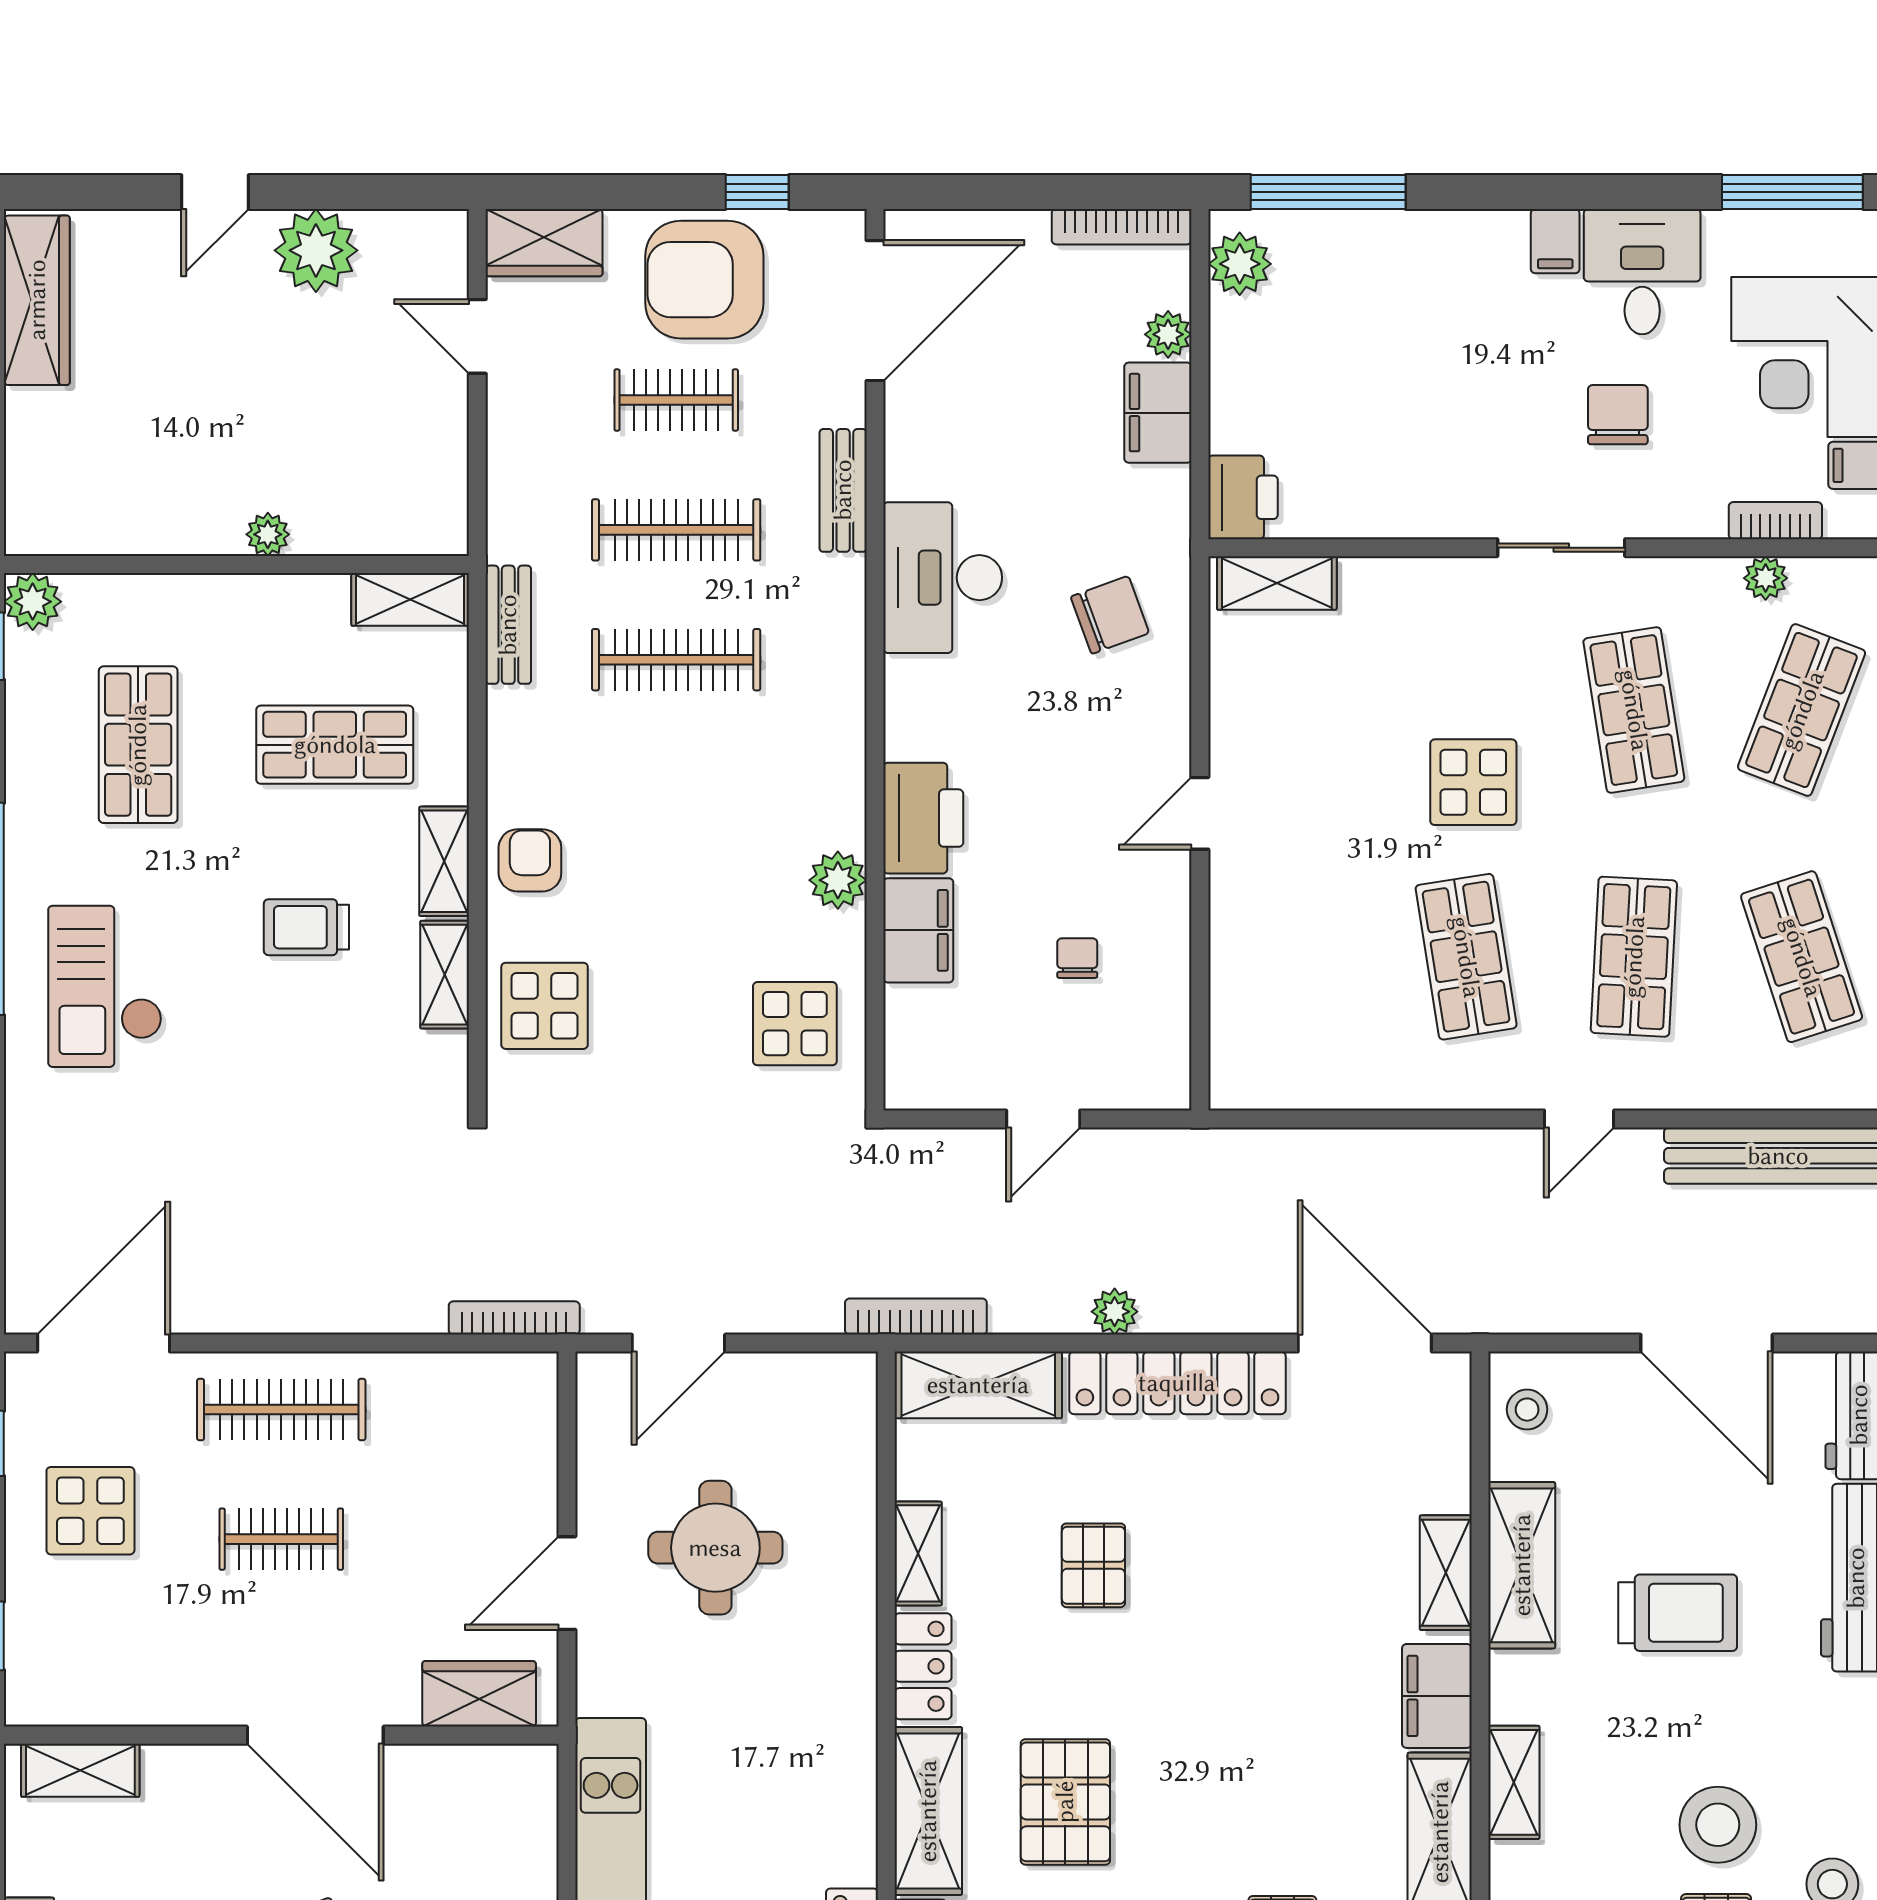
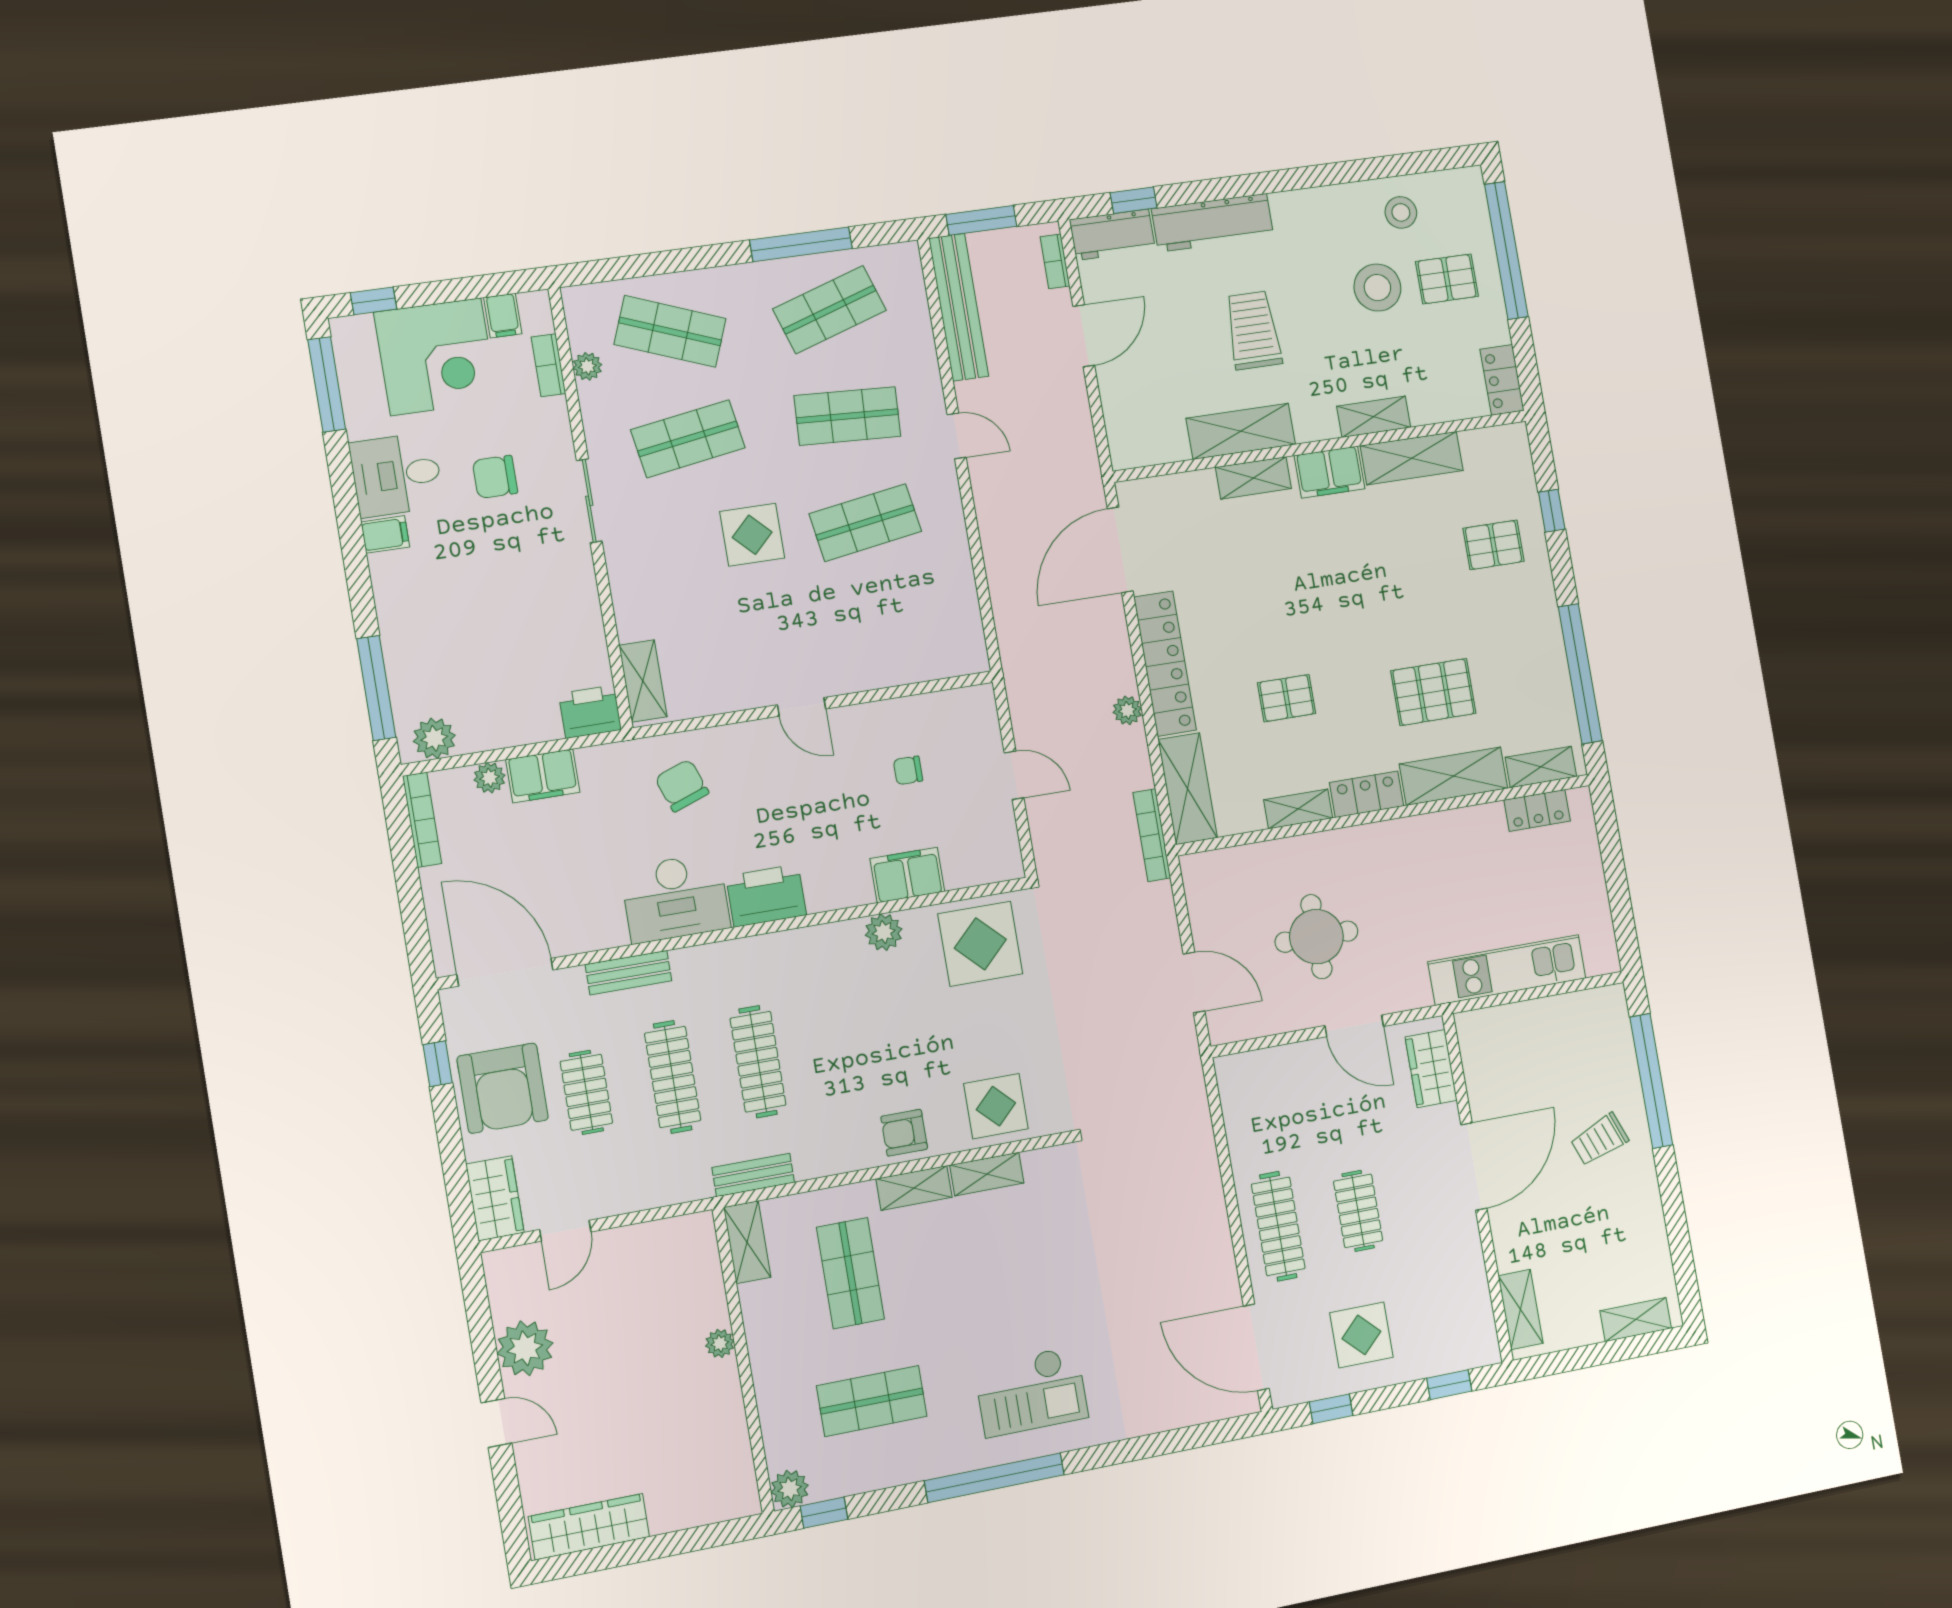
printer: (923, 818) -> (766, 896), moved
trolley: (306, 927) -> (971, 1269), removed
display table: (795, 1024) -> (980, 944), width x1.36, depth x1.36
bookcase: (514, 1318) -> (1055, 261), moved, width x0.64
door: (1707, 1343) -> (1084, 336), width x0.73
stool: (1527, 1410) -> (1144, 442), removed

